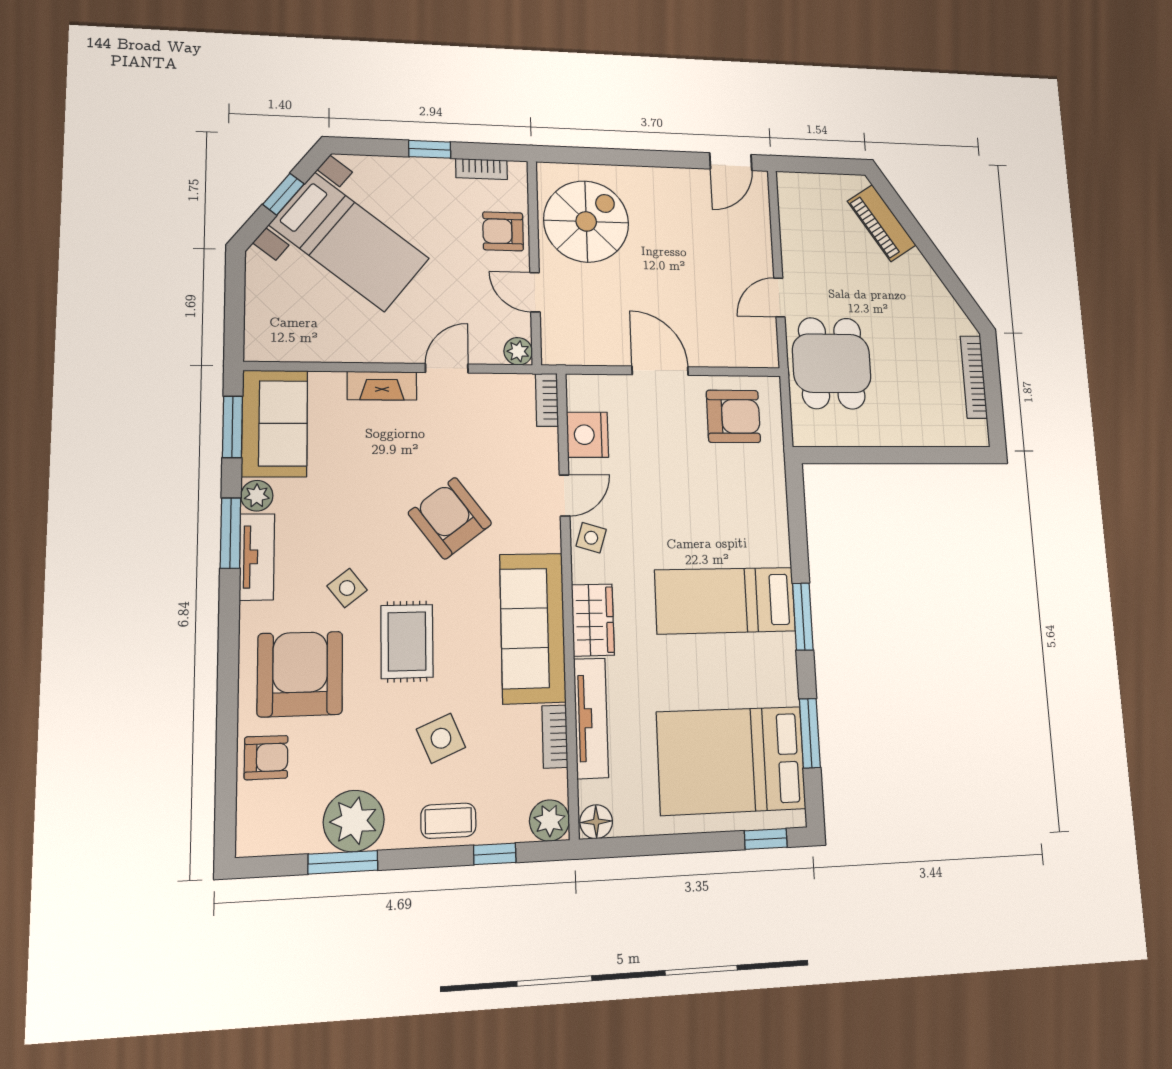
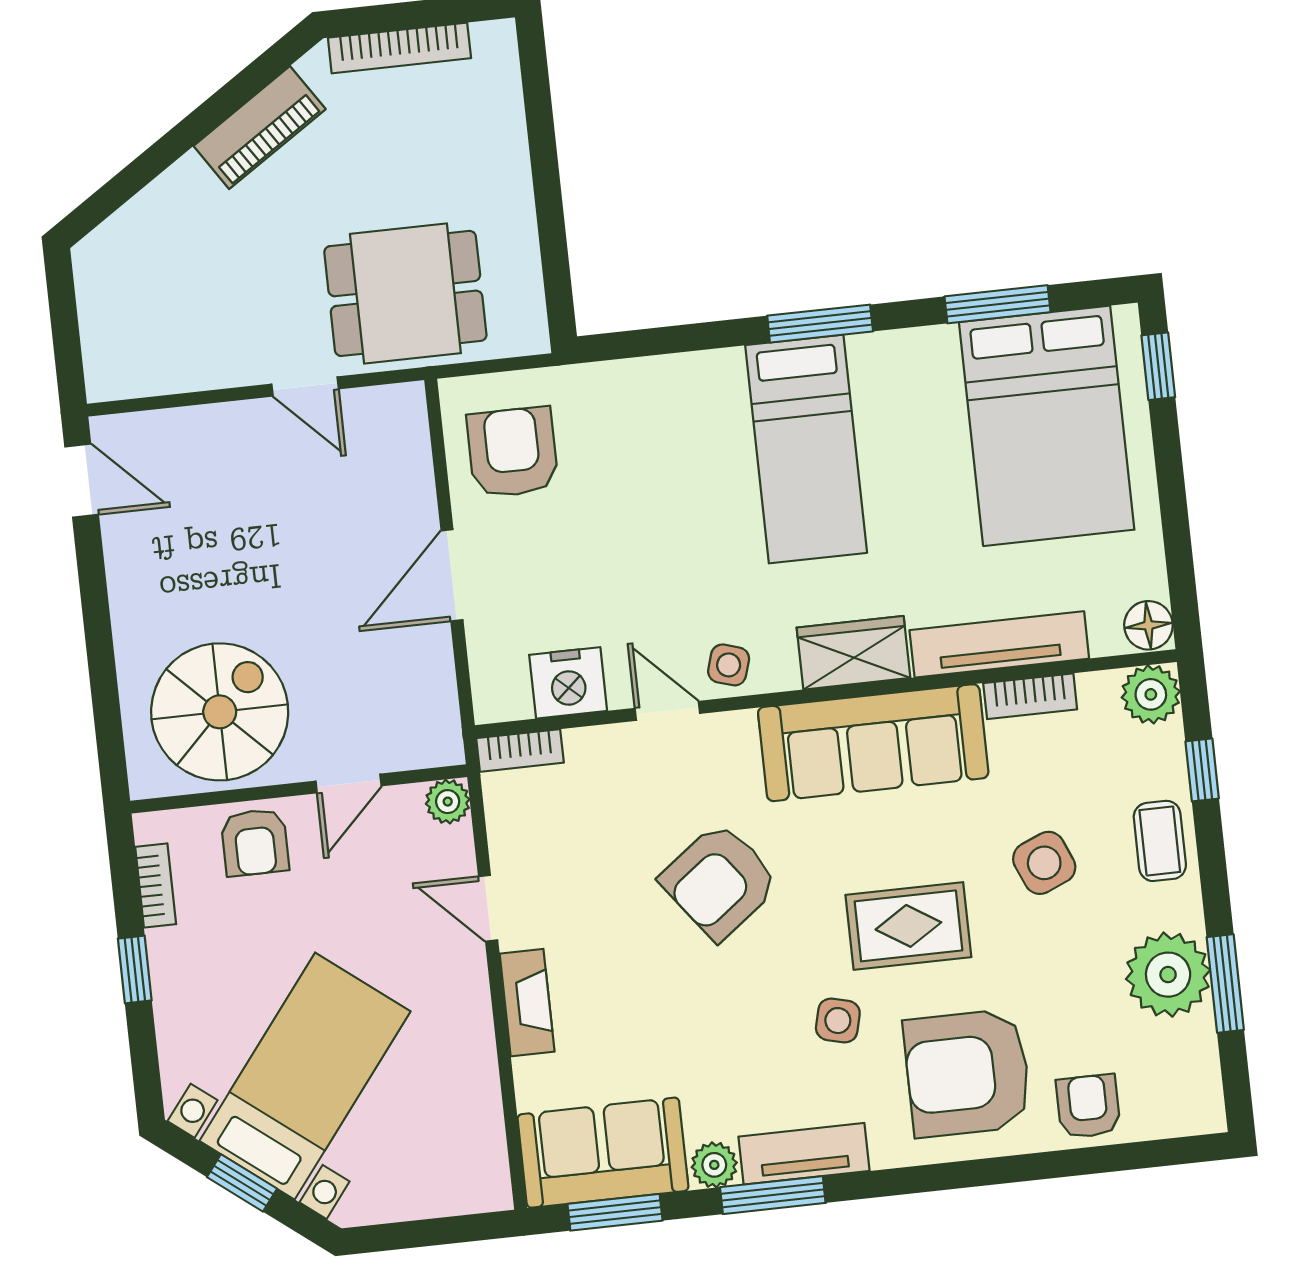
spiral stairs: (586, 221) -> (220, 712), turned 90
piano: (882, 223) -> (260, 127), moved
side table: (347, 588) -> (838, 1021), turned -38

